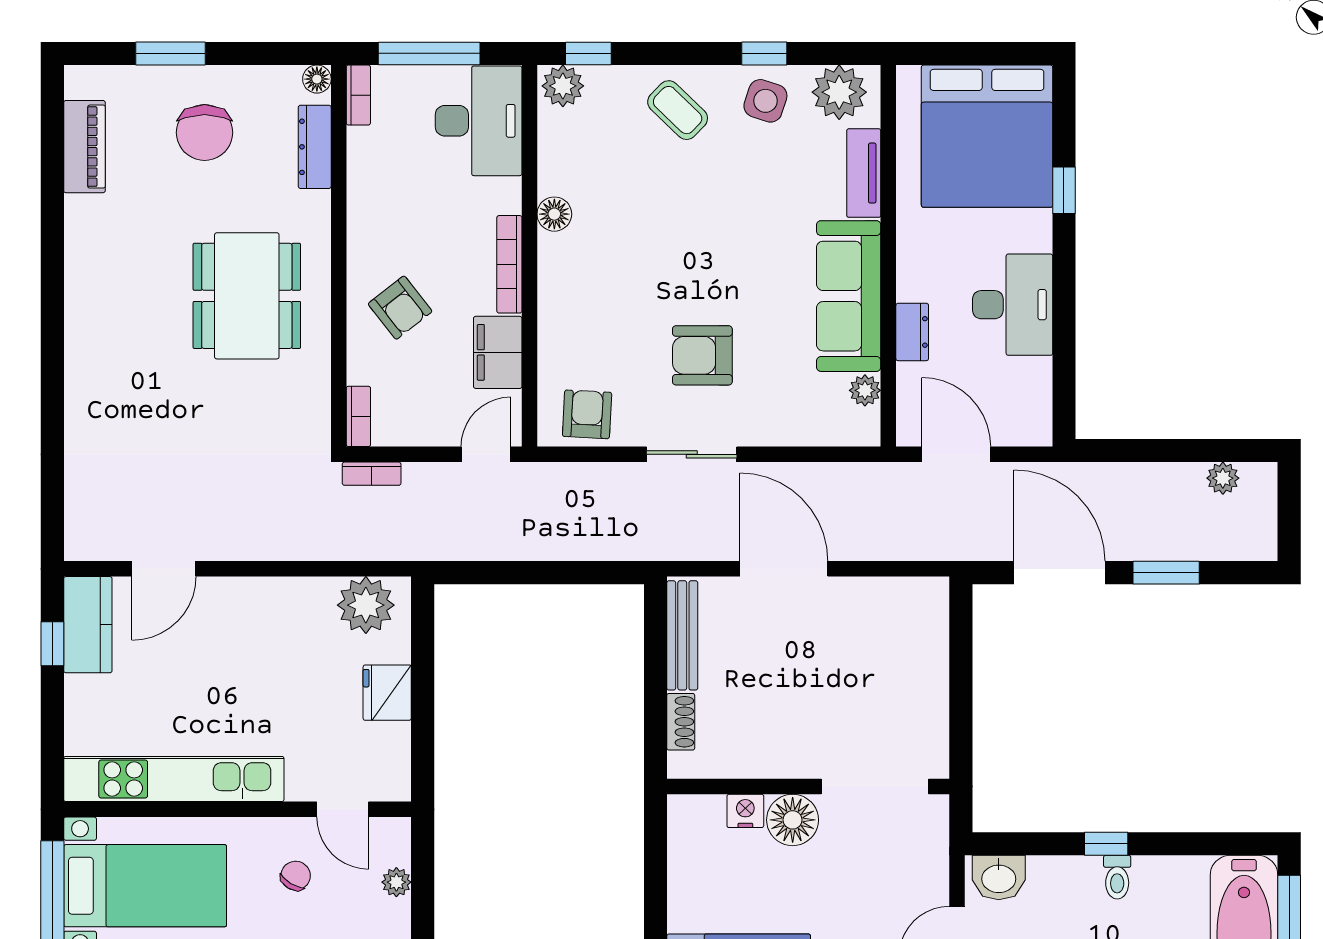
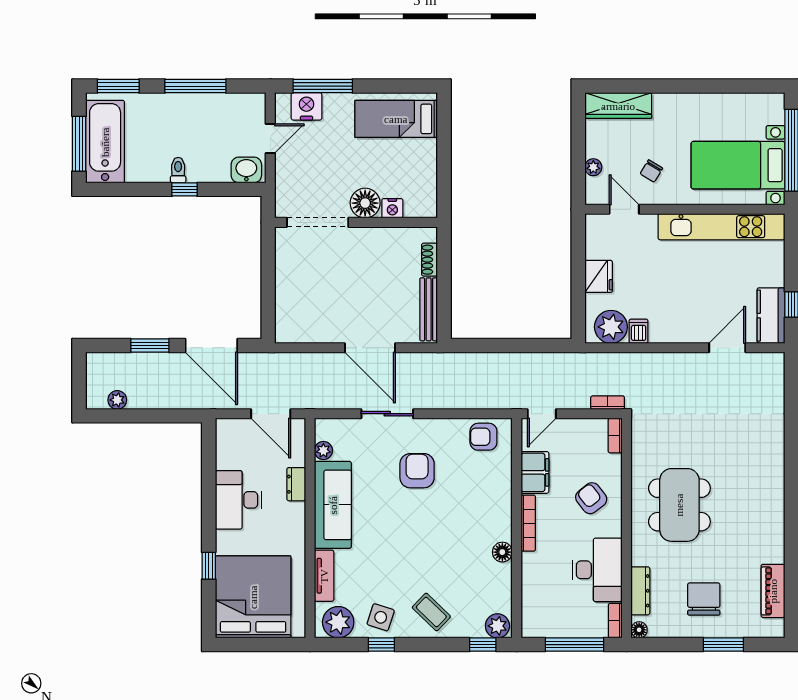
desk: (479, 121) -> (597, 570), moved, turned 180
armchair: (702, 355) -> (417, 471), turned -90
armchair: (587, 414) -> (483, 437), turned 87
sliding door: (692, 454) -> (387, 414), moved
dishwasher: (318, 598) -> (639, 331), added

